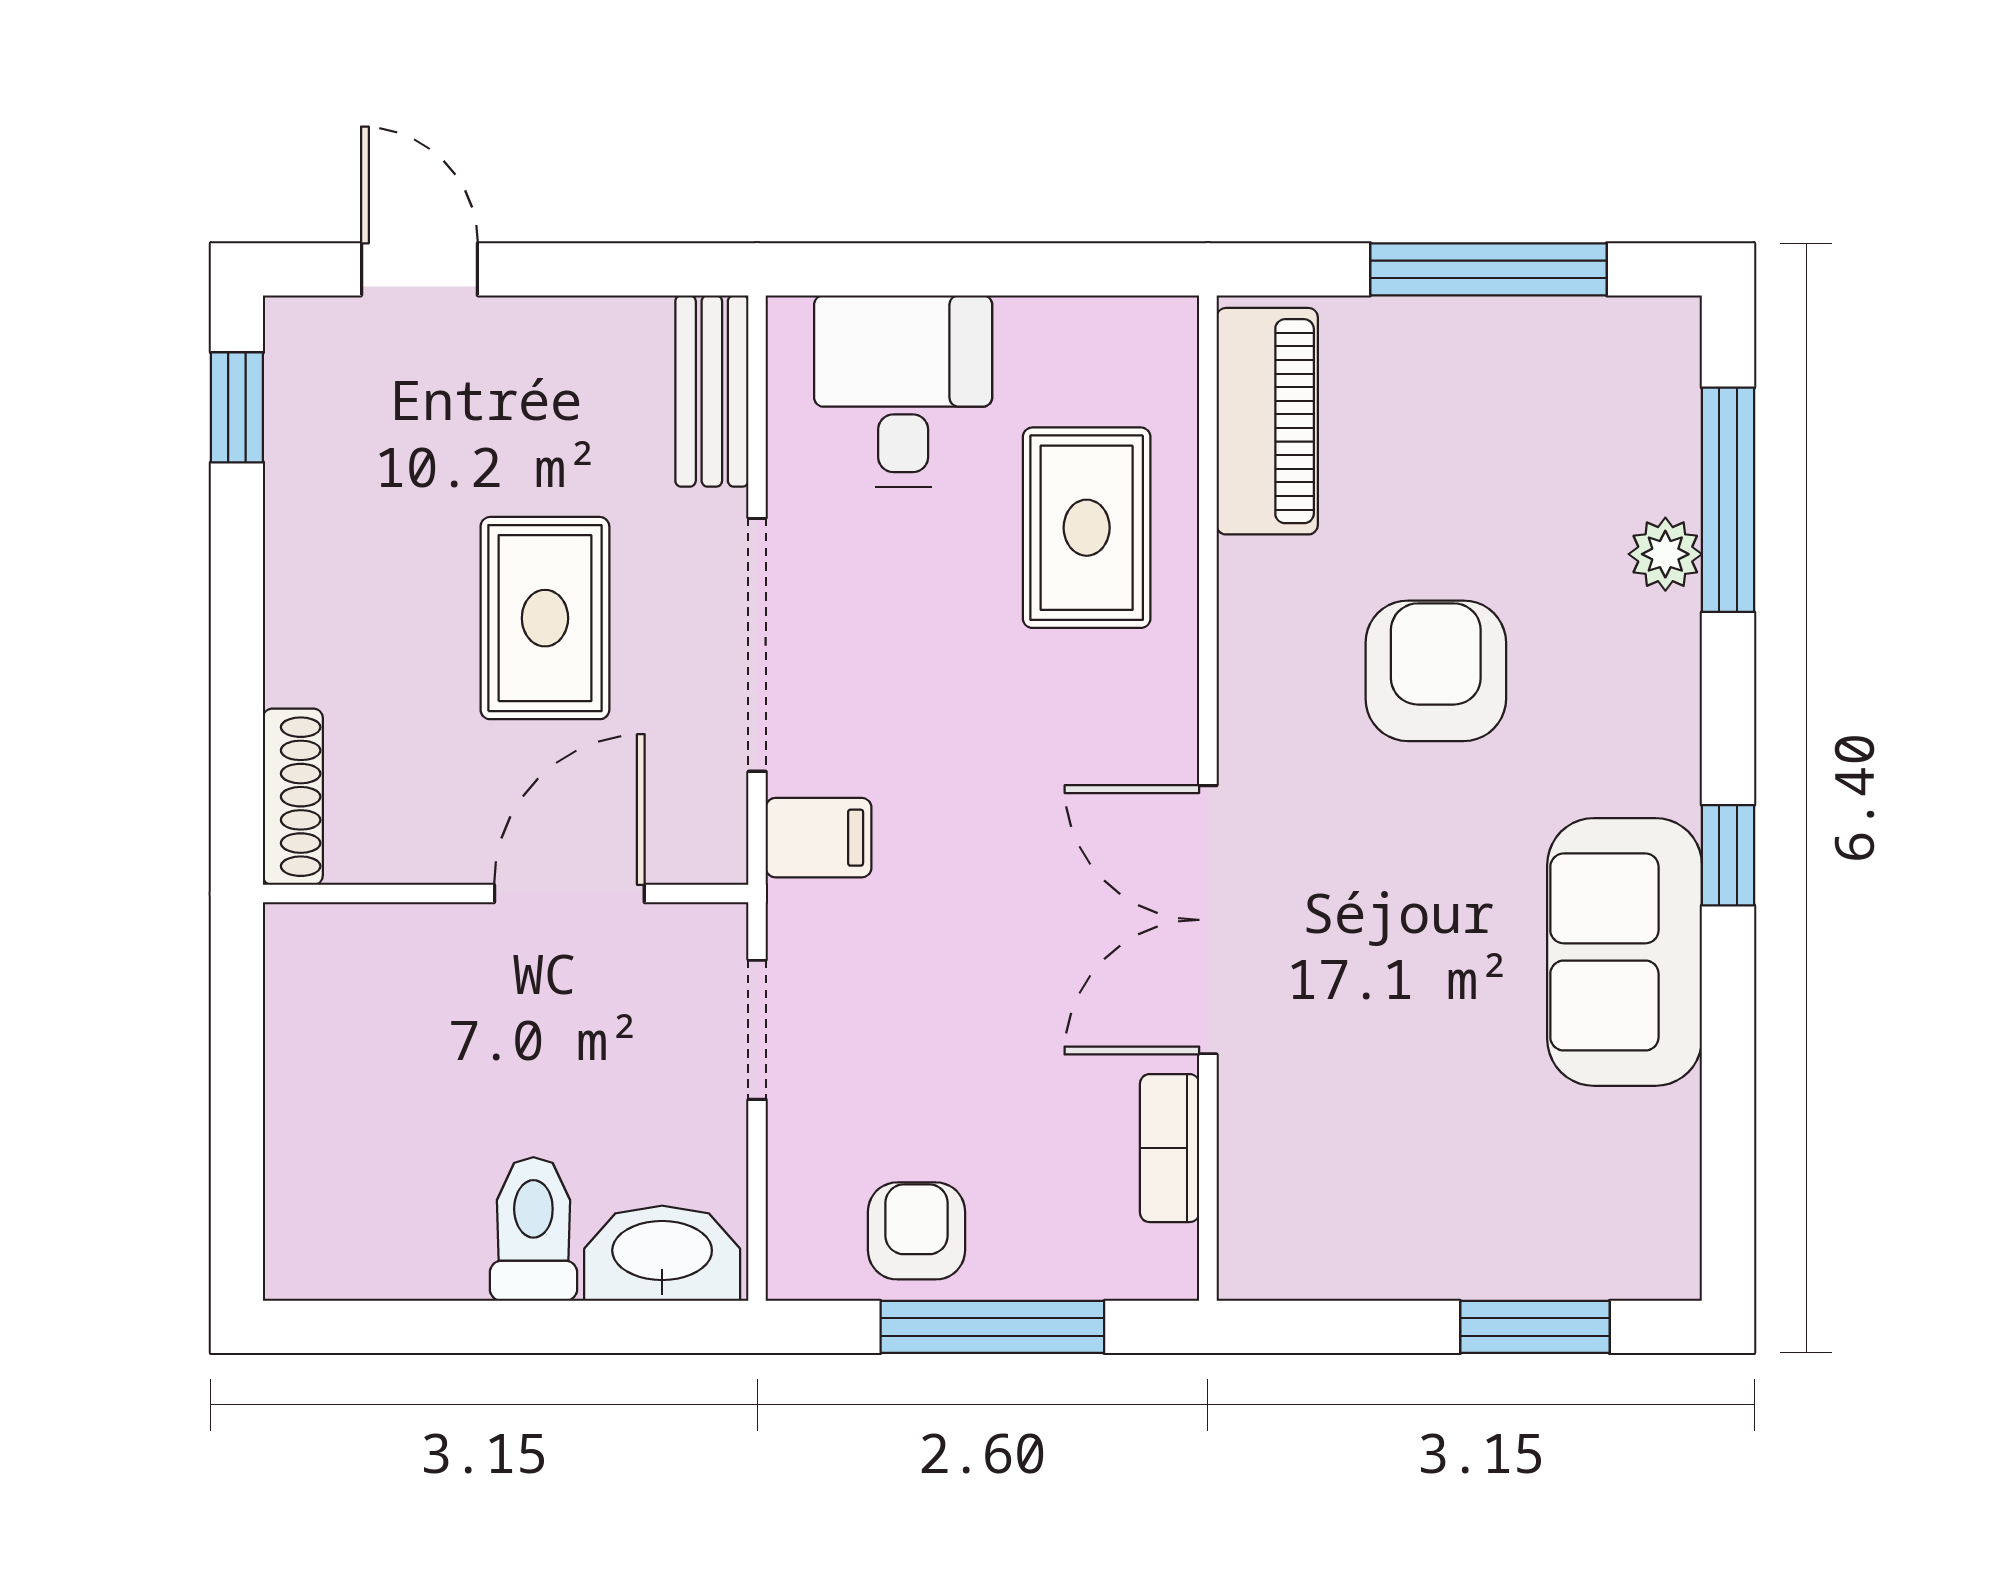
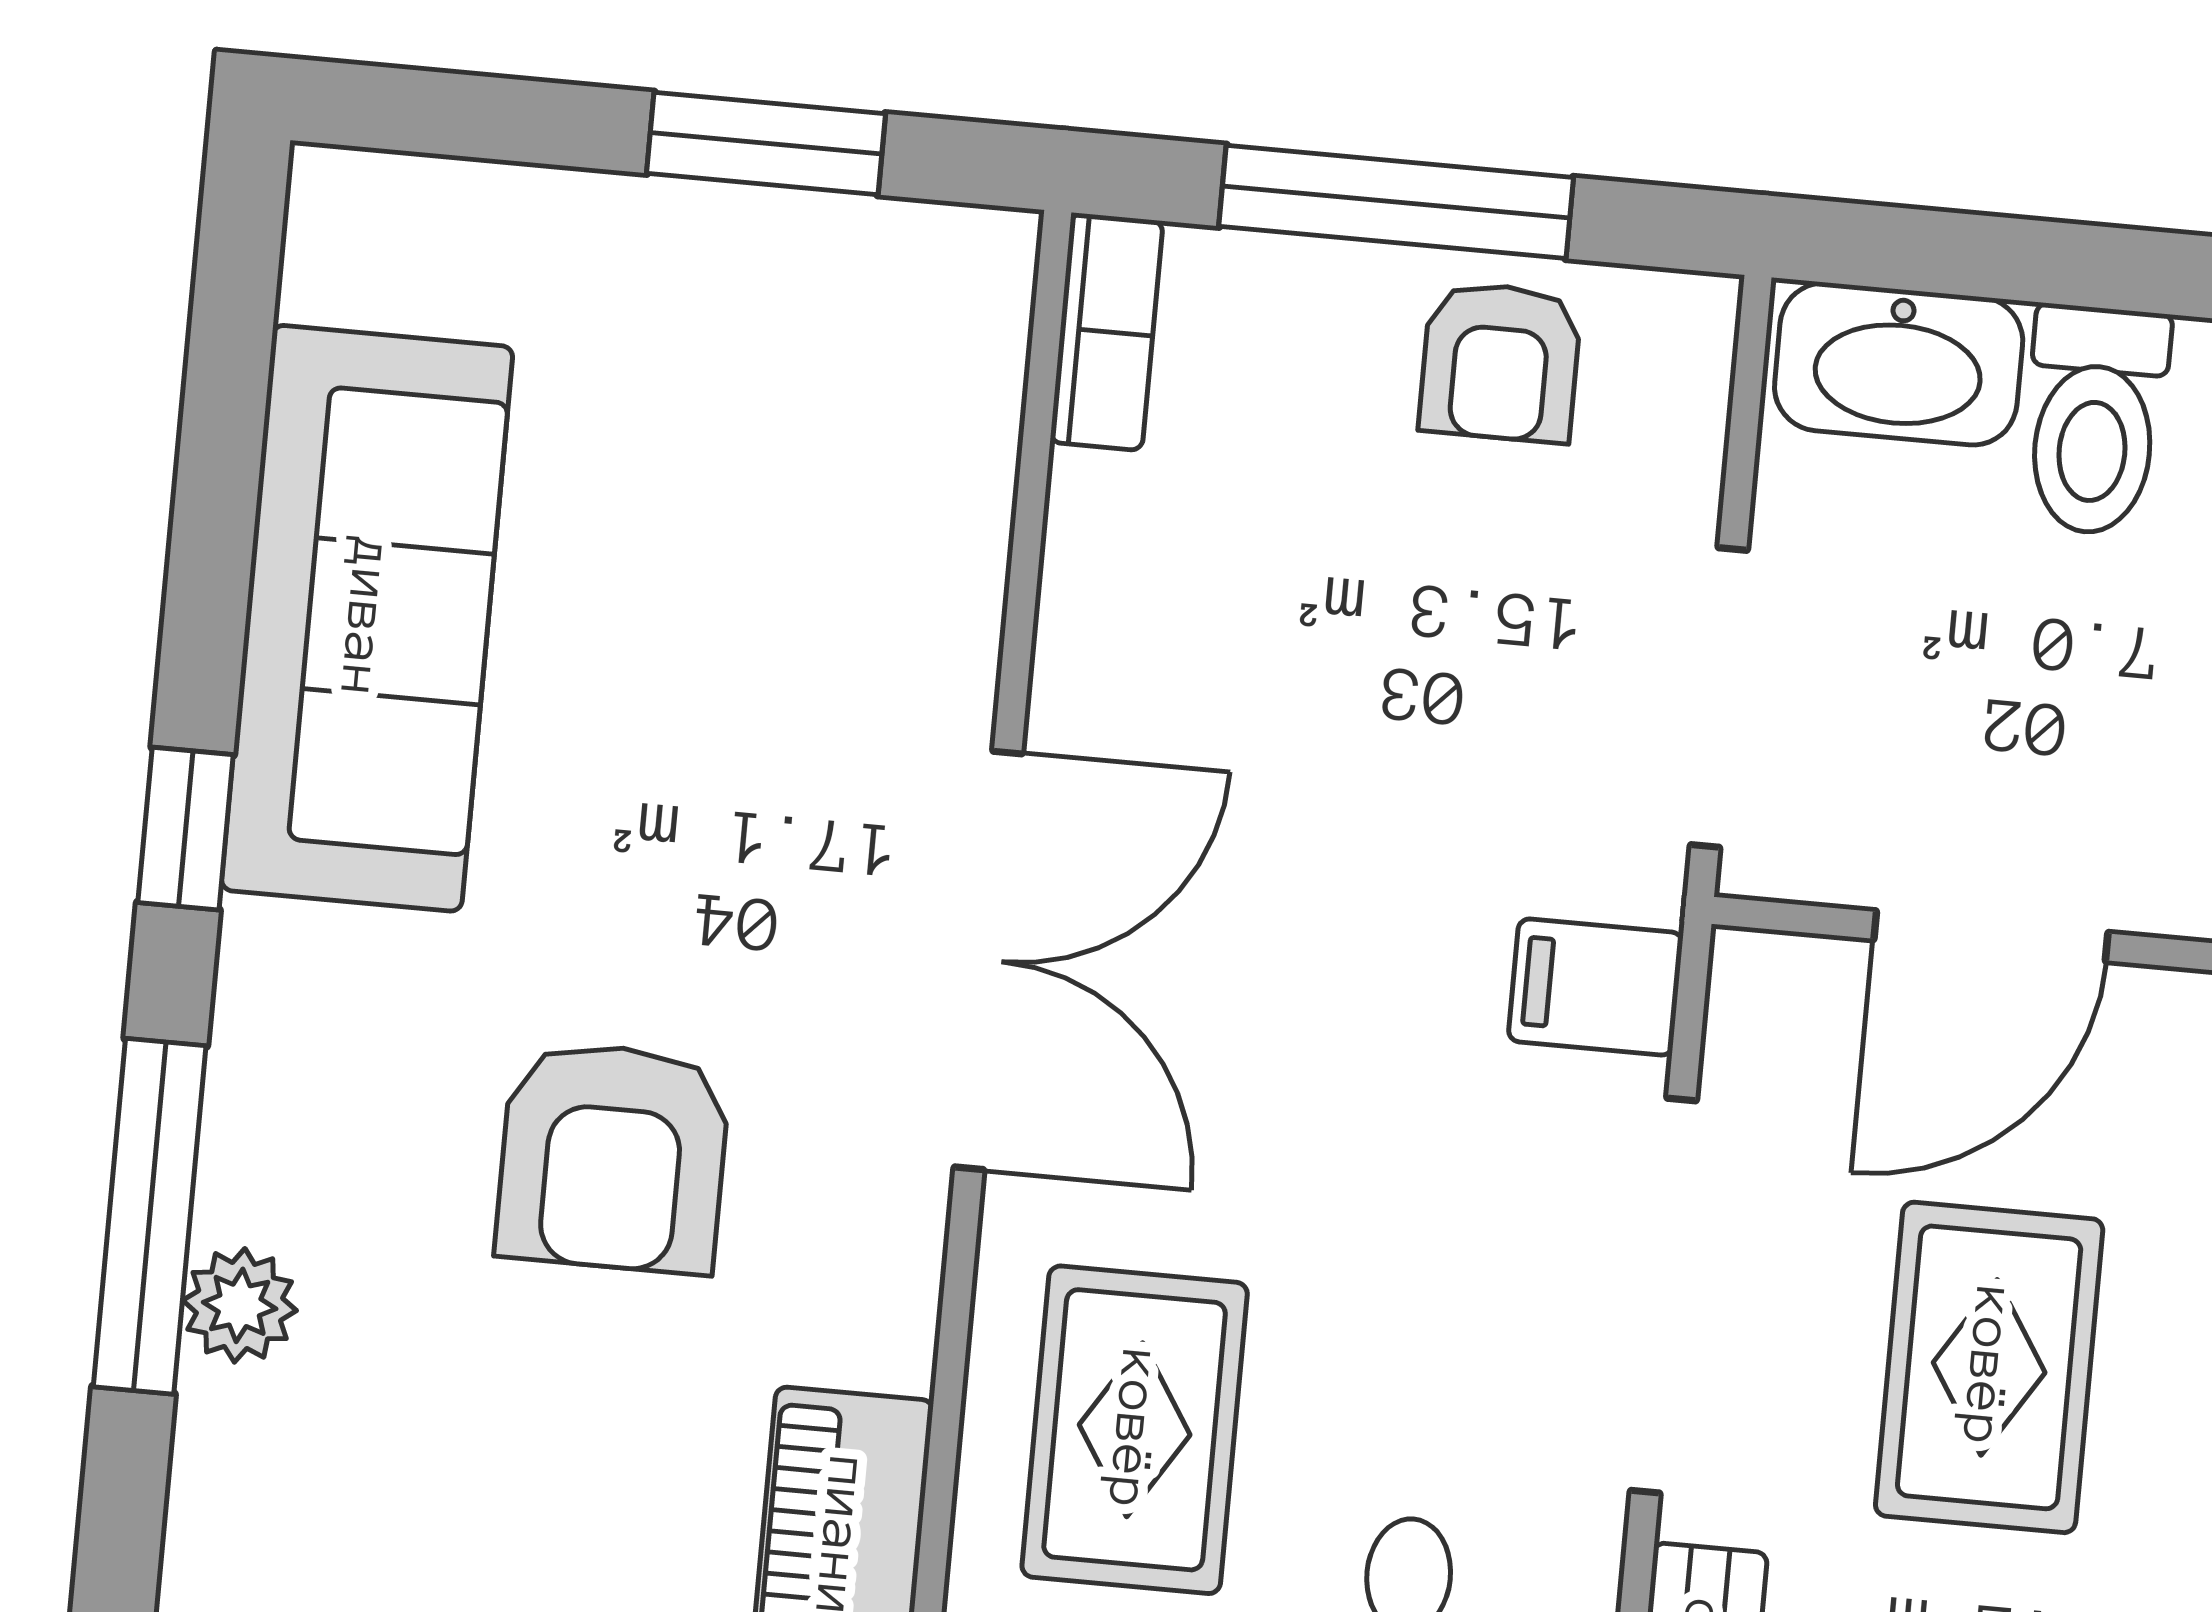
window: (1728, 500) -> (150, 1216), moved
double door: (1208, 920) -> (988, 960), moved
sofa: (1625, 952) -> (367, 618), width x1.36
doorway: (757, 1030) -> (1719, 697), width x1.38
bookcase: (1170, 1148) -> (1107, 332), moved
window: (1535, 1327) -> (766, 143), moved

